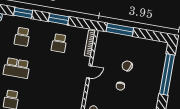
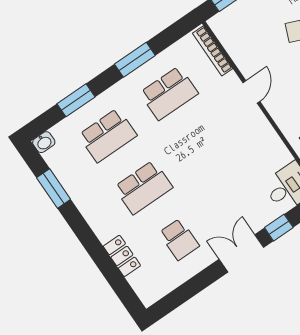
school desk: (22, 37) -> (108, 135), width x1.85
school desk: (59, 43) -> (169, 93), width x1.85

